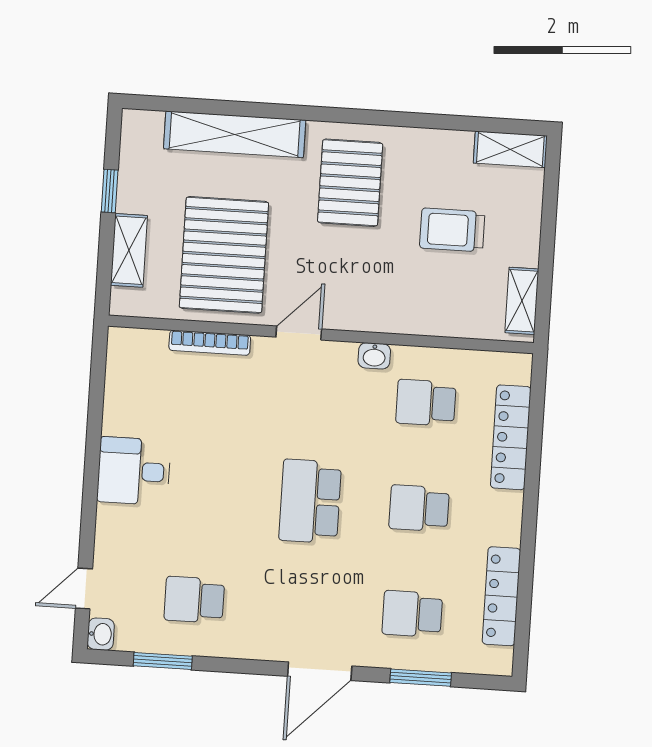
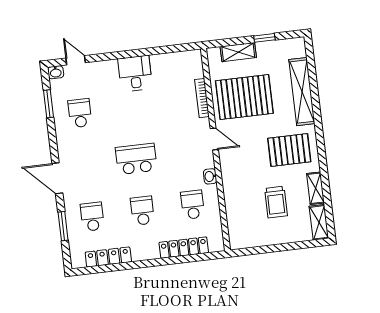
trolley: (452, 230) -> (276, 202), turned 180
shelving: (522, 301) -> (316, 188), moved, turned 90

